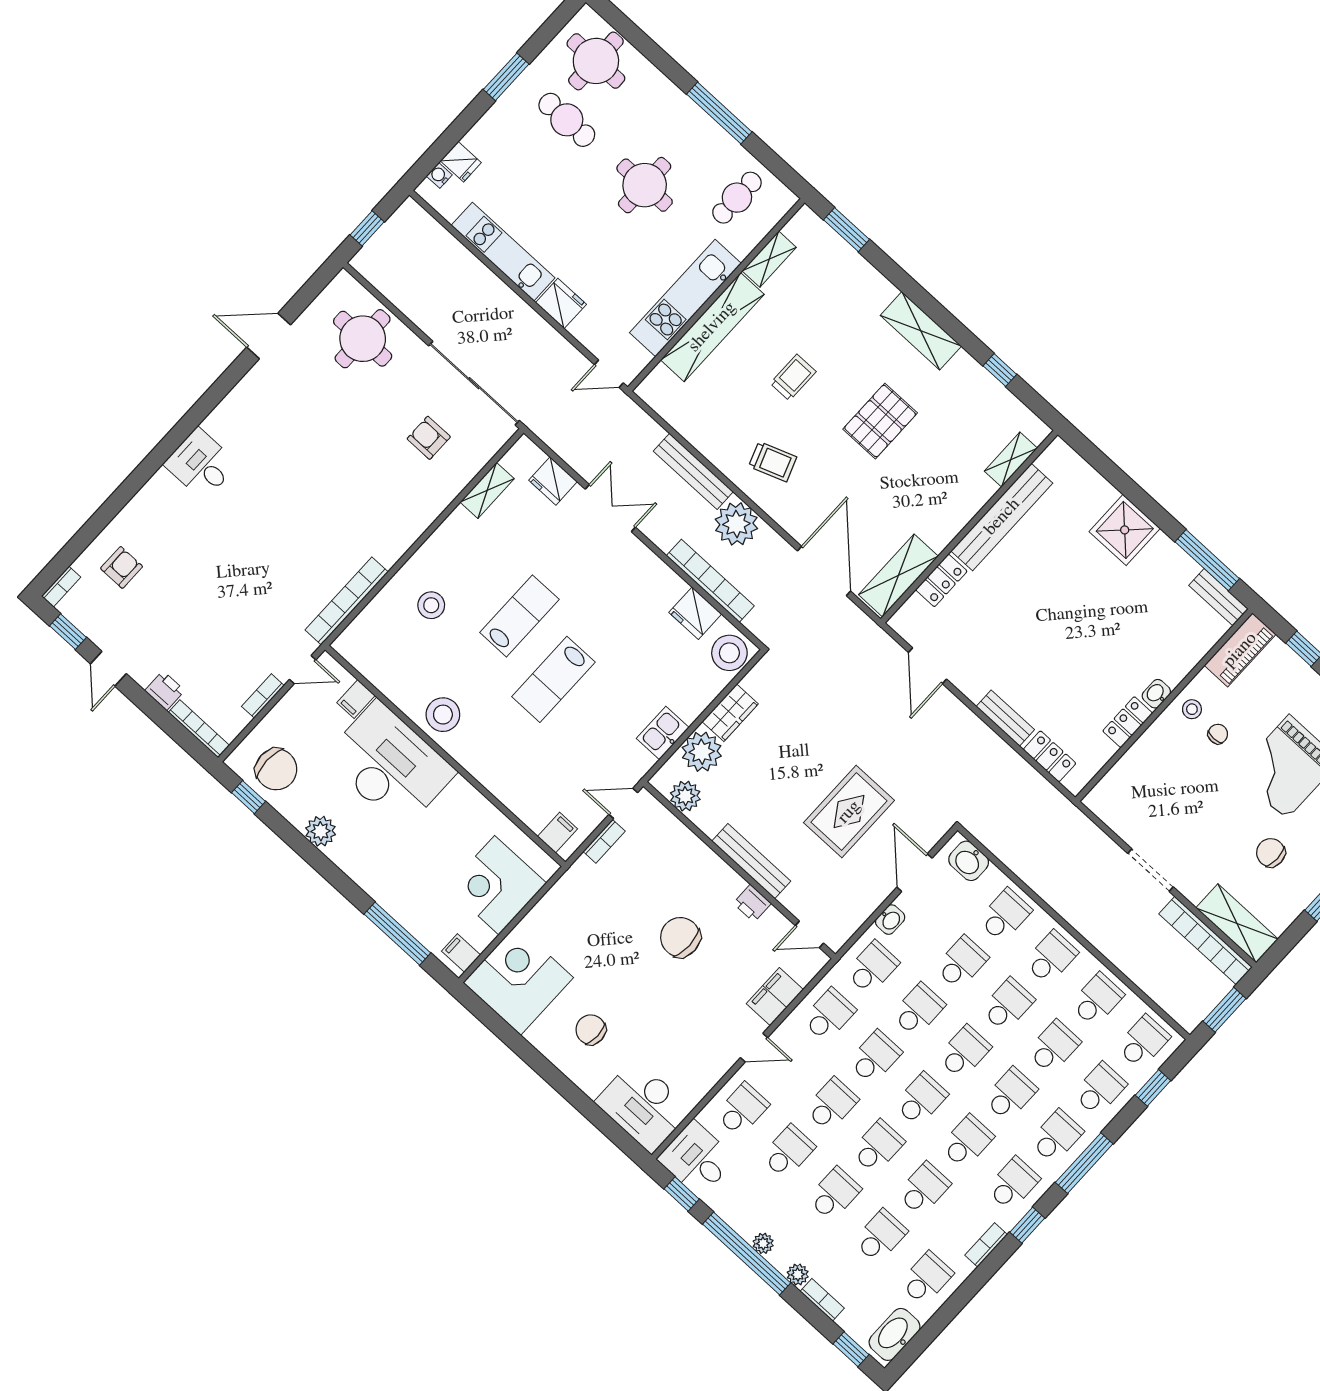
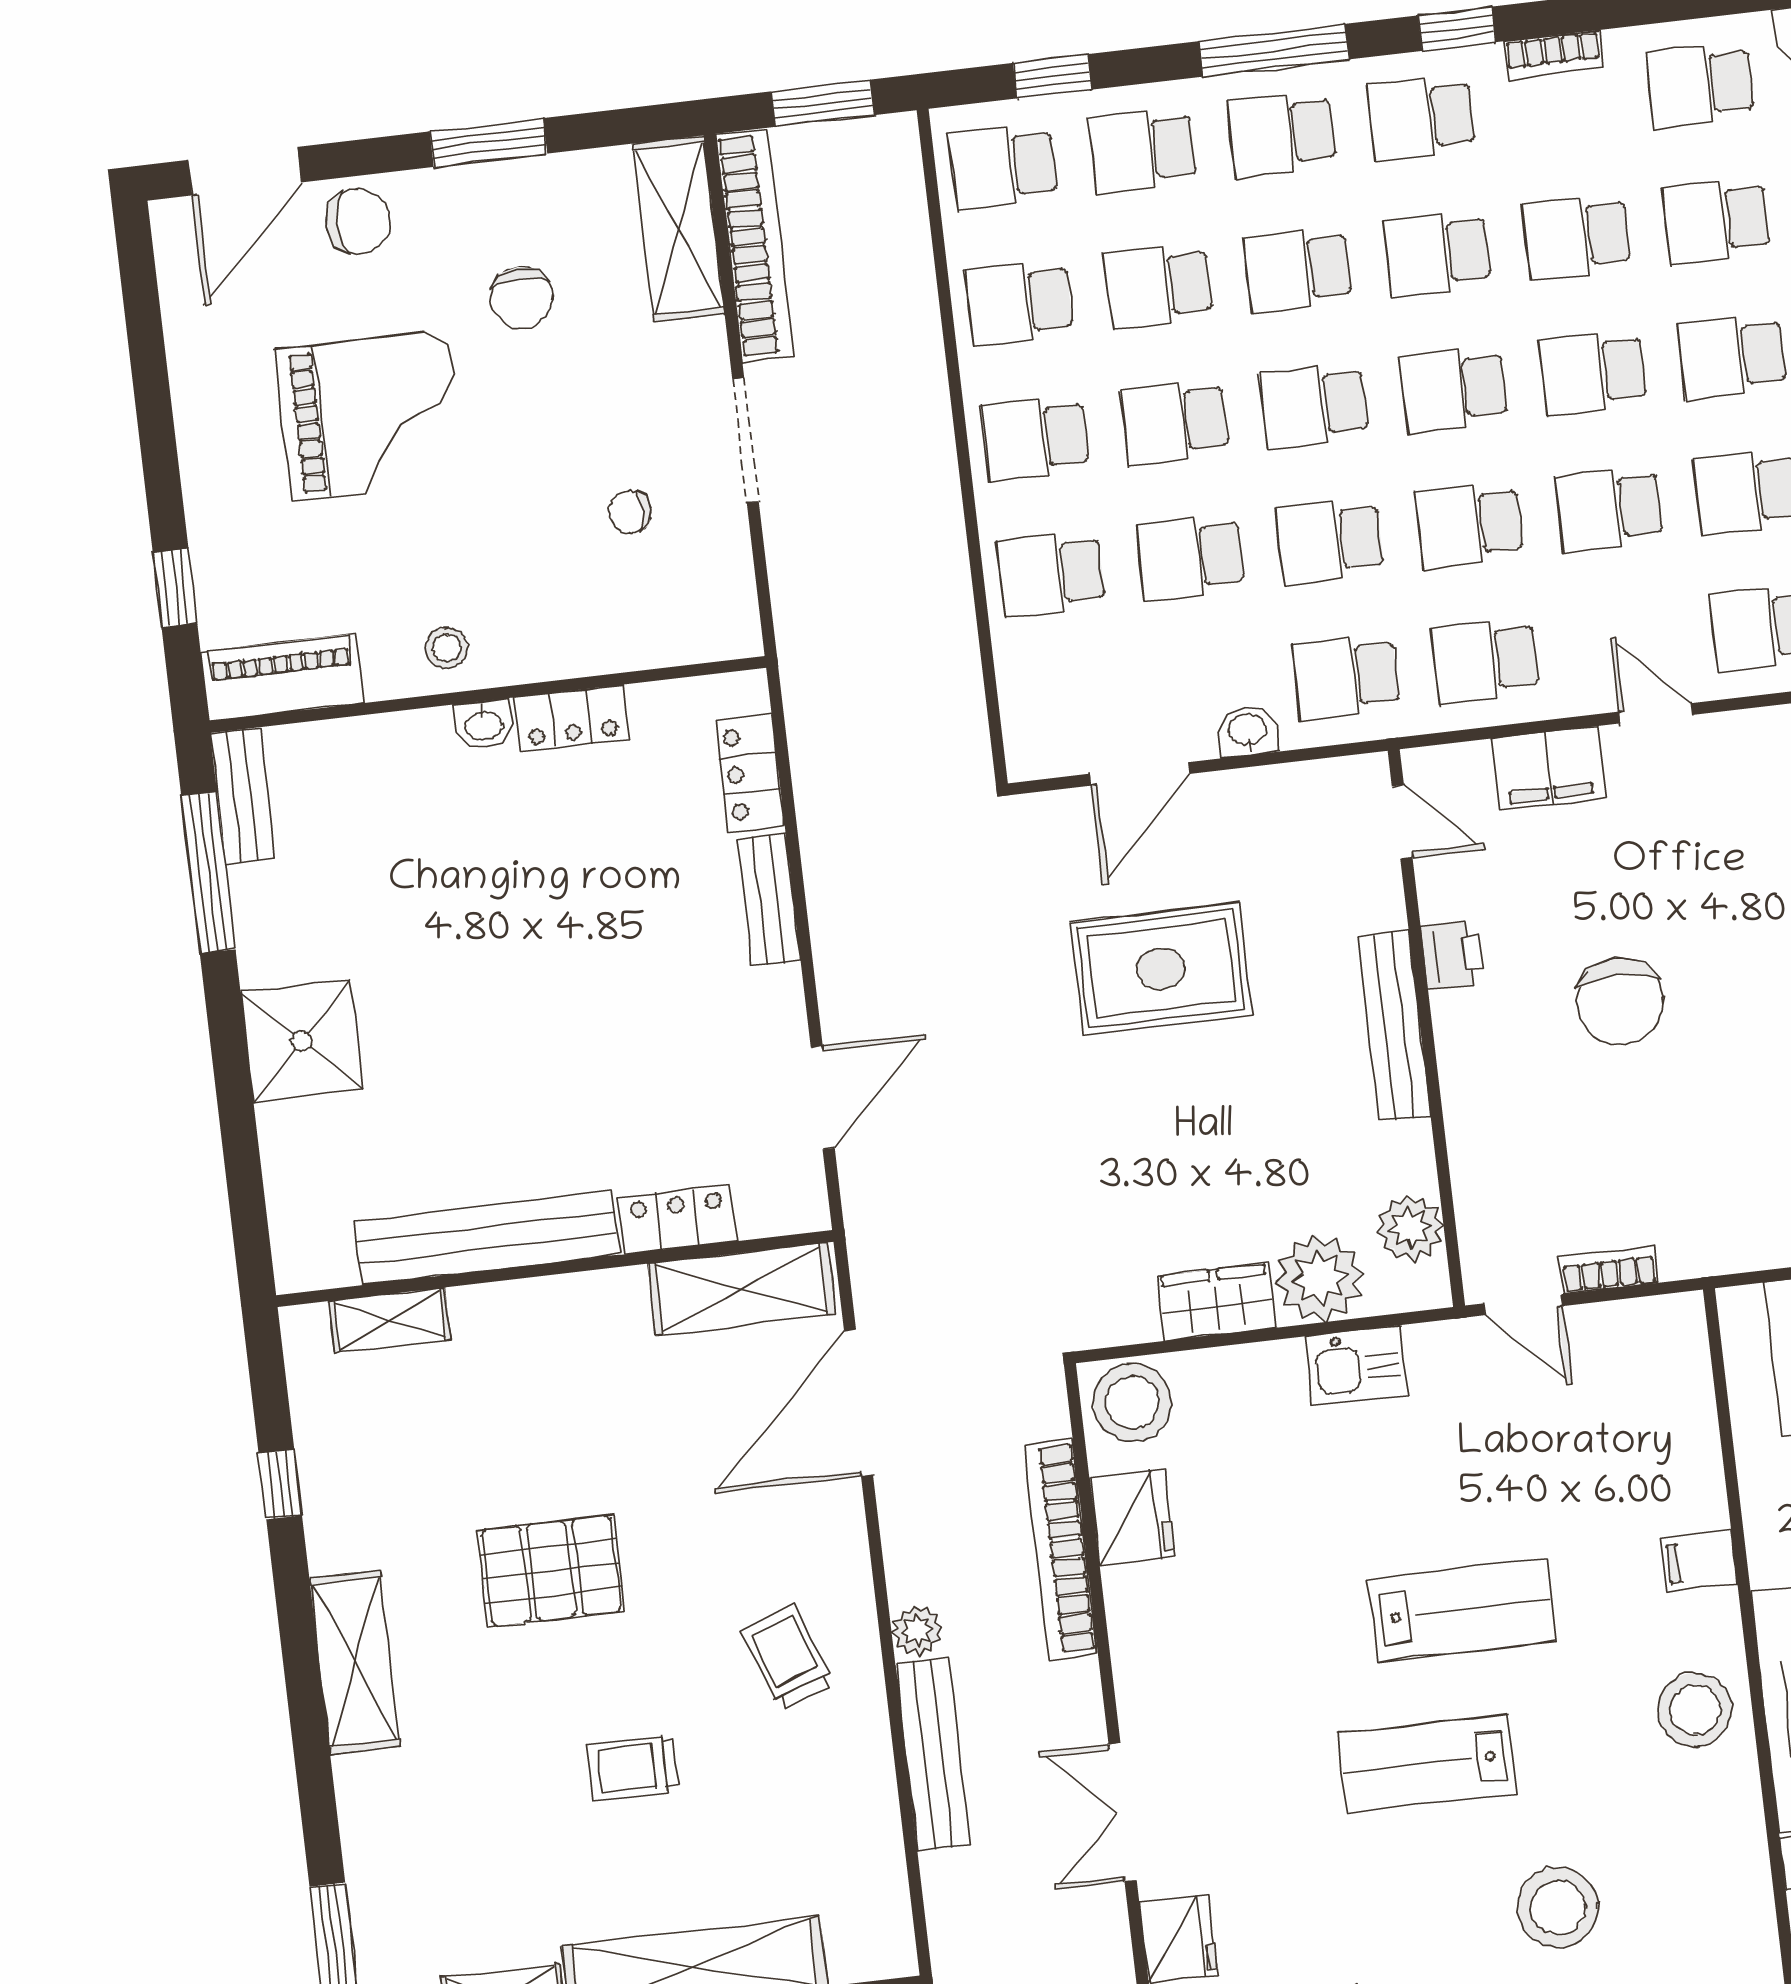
plant: (736, 524) -> (917, 1631), width x0.53, depth x0.53
stool: (431, 605) -> (1558, 1907), width x1.38, depth x1.38
chair: (1218, 734) -> (630, 512), moved
filing cabinet: (557, 833) -> (1699, 1561), moved
washbasin: (969, 861) -> (1033, 716), removed

